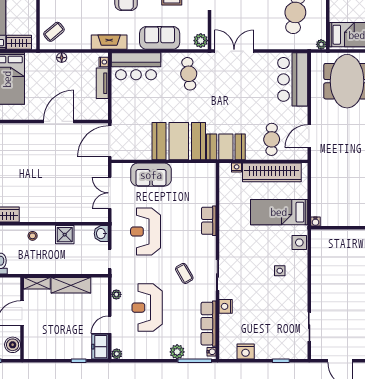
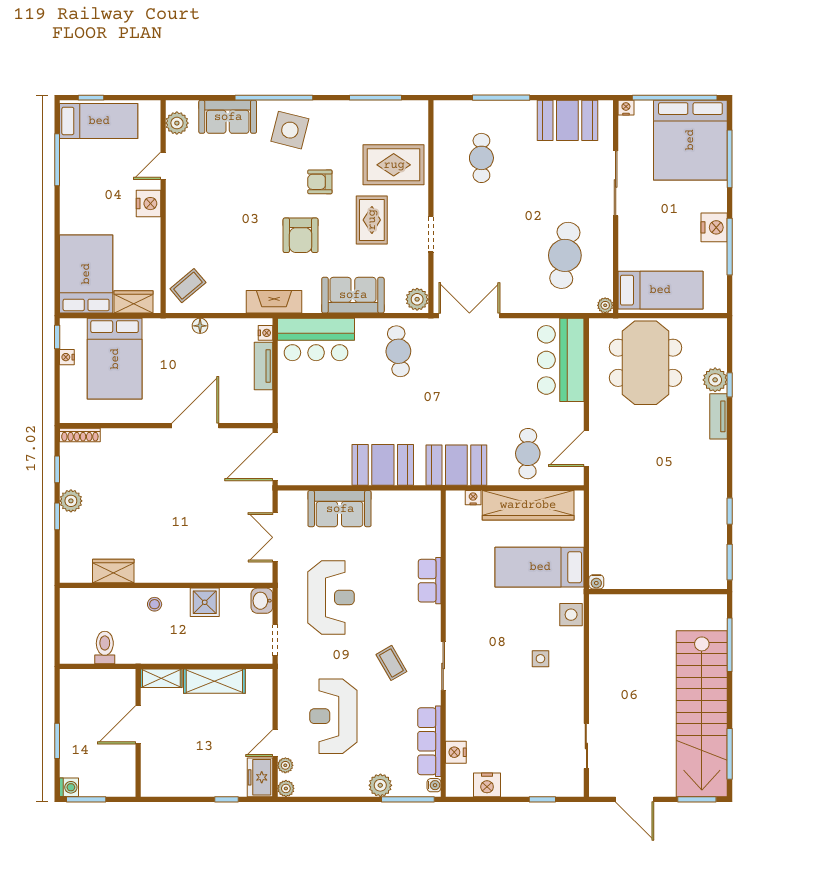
booth: (179, 141) -> (383, 465), width x0.73, depth x0.70
reception desk: (146, 231) -> (331, 597), turned 180
plant: (116, 294) -> (285, 765), moved
nightstand: (226, 306) -> (456, 752), moved
boiler: (13, 345) -> (123, 774), removed

